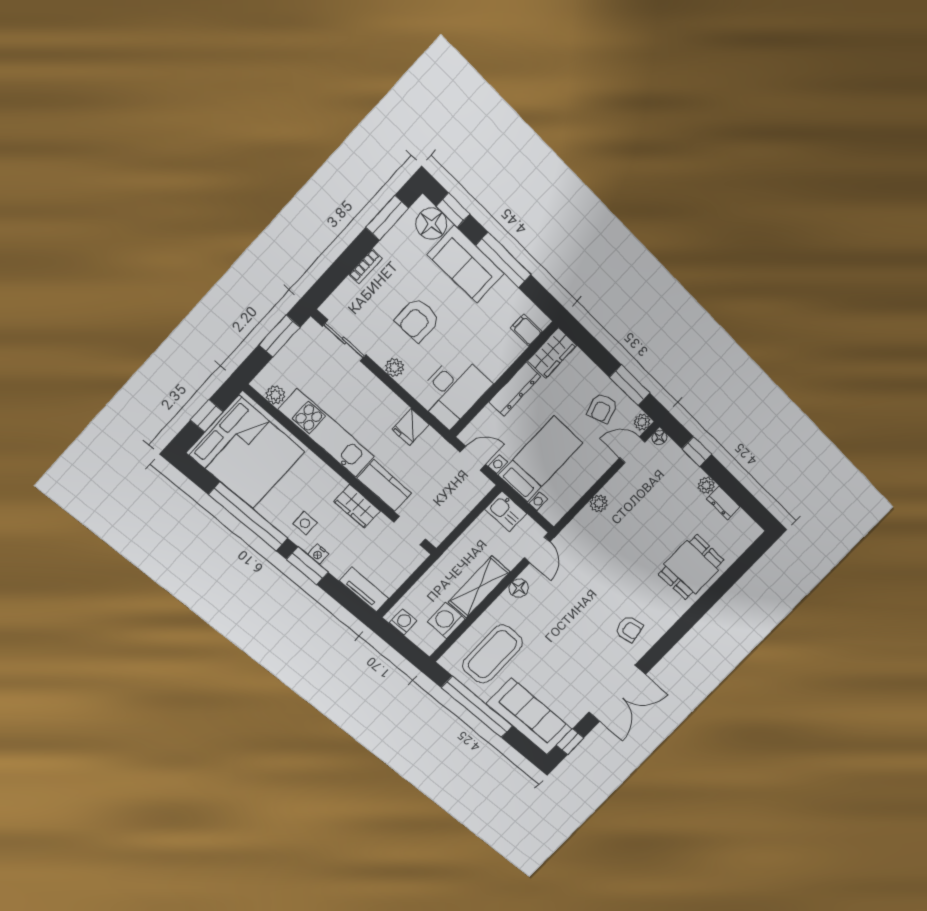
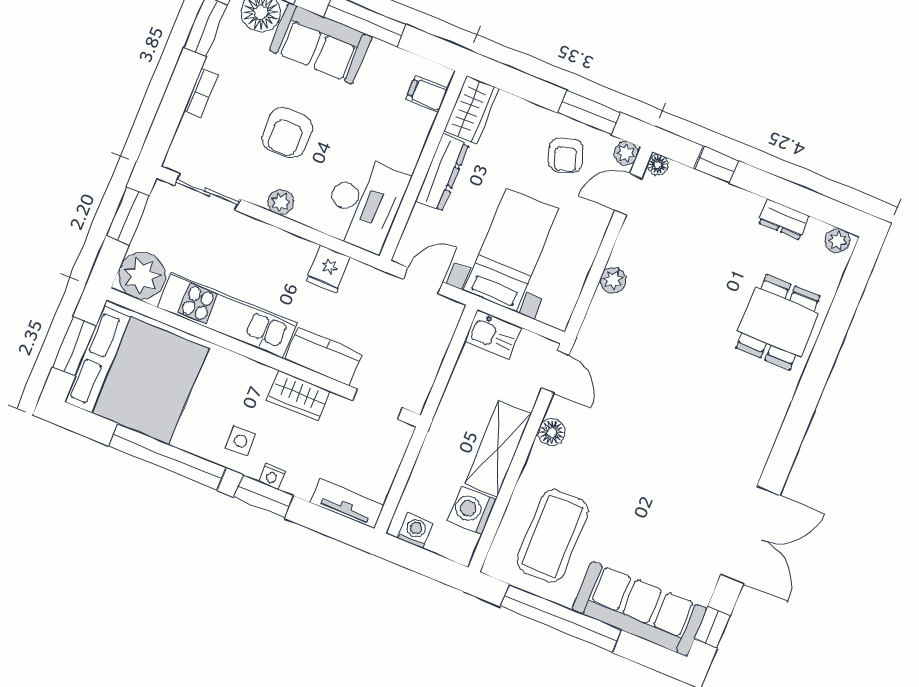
plant: (275, 395) -> (142, 276), width x1.88, depth x1.88
window: (207, 416) -> (74, 346), width x1.50
plant: (706, 485) -> (837, 241), moved
armchair: (629, 629) -> (728, 438), removed

